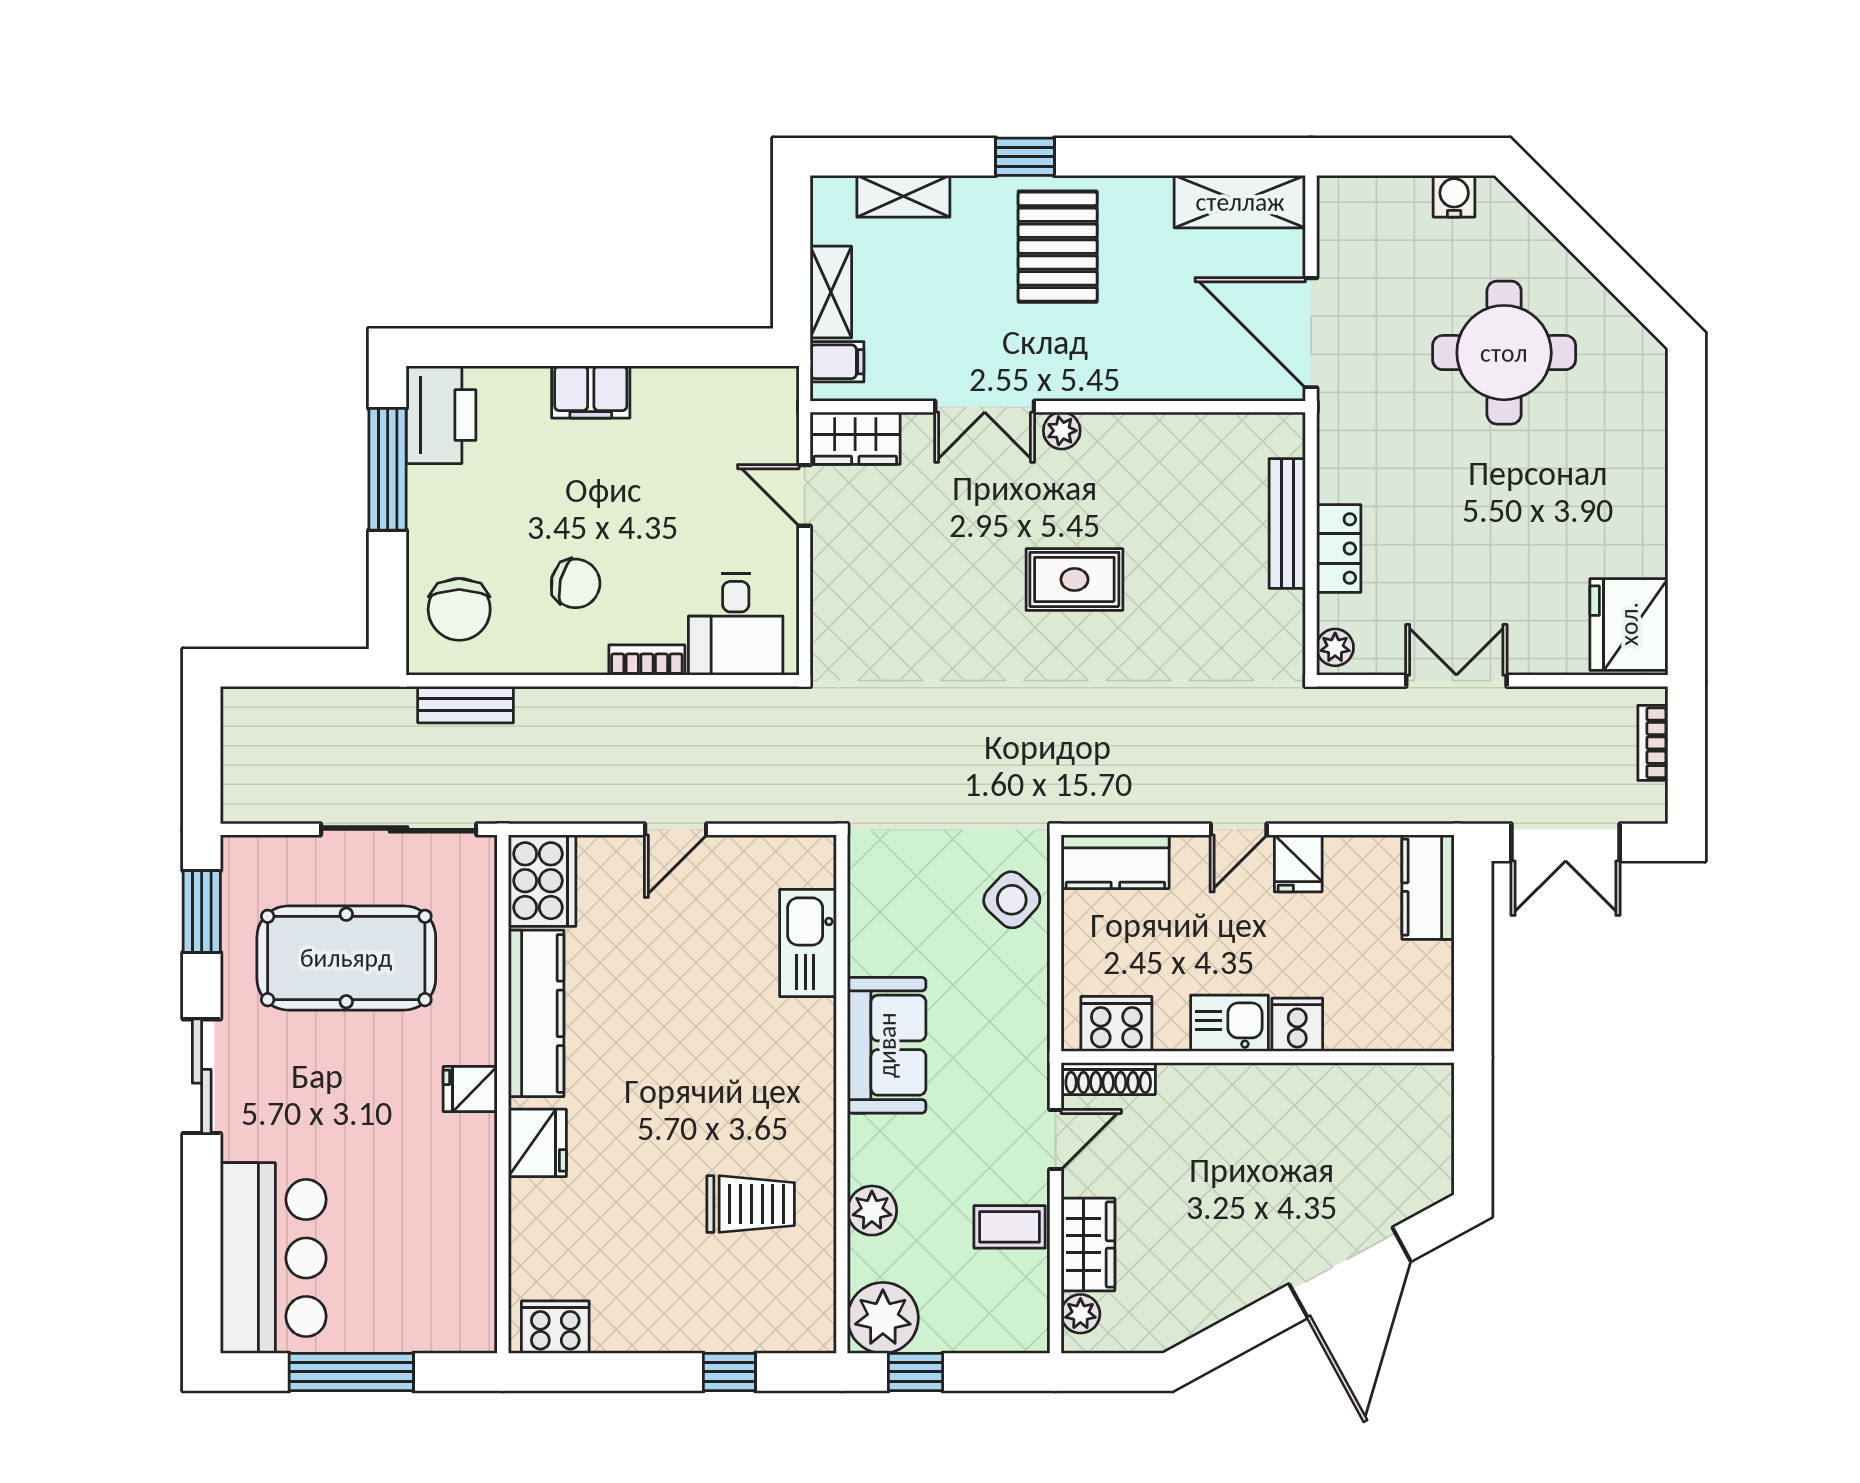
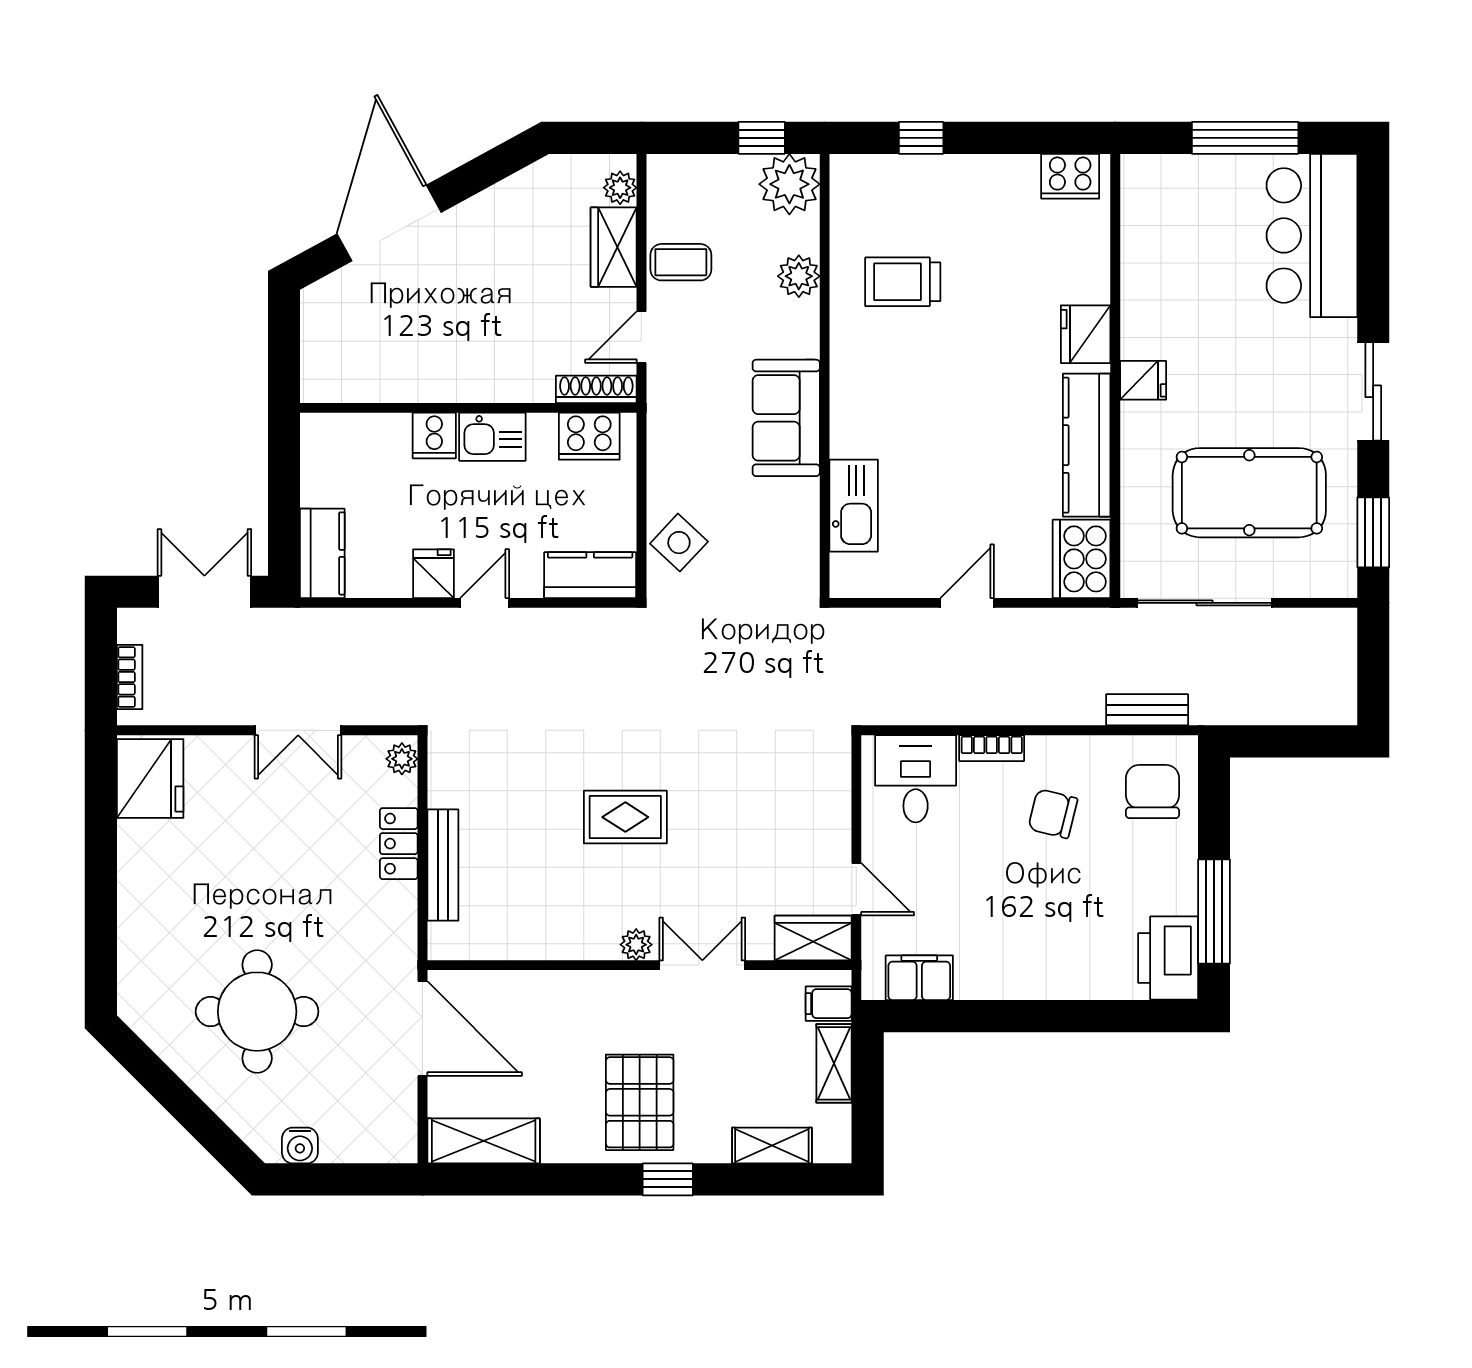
filing cabinet: (591, 392) -> (919, 978), moved

